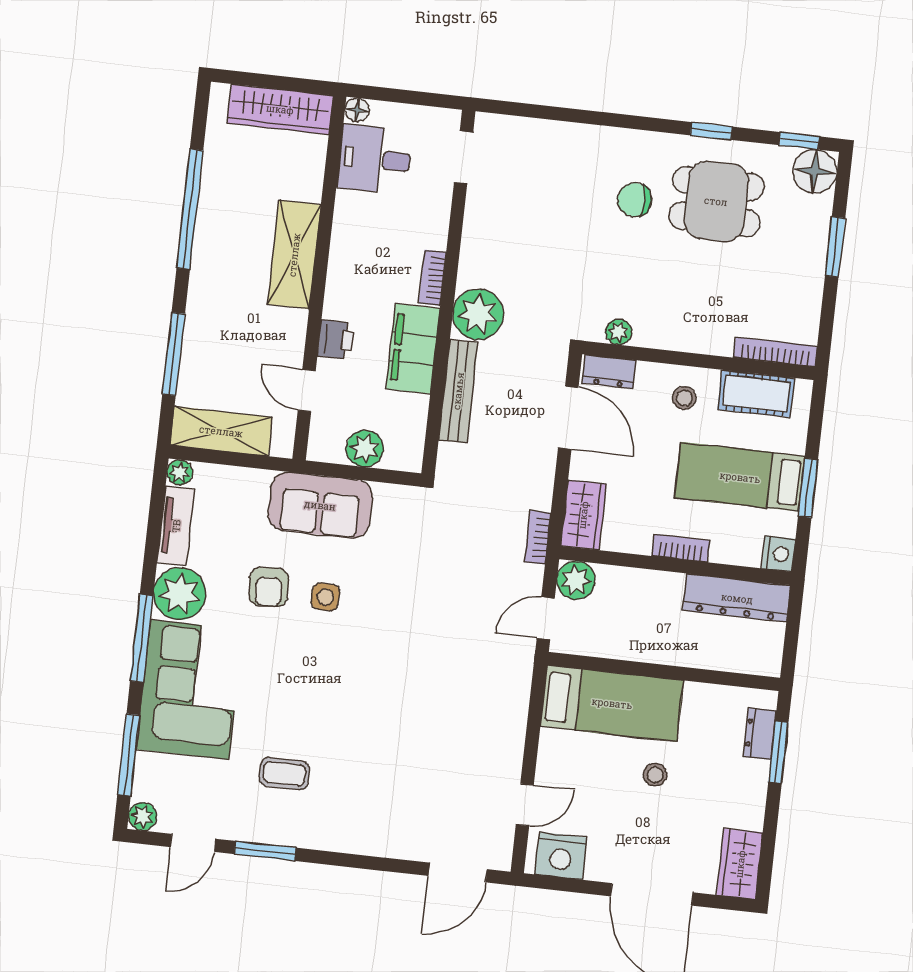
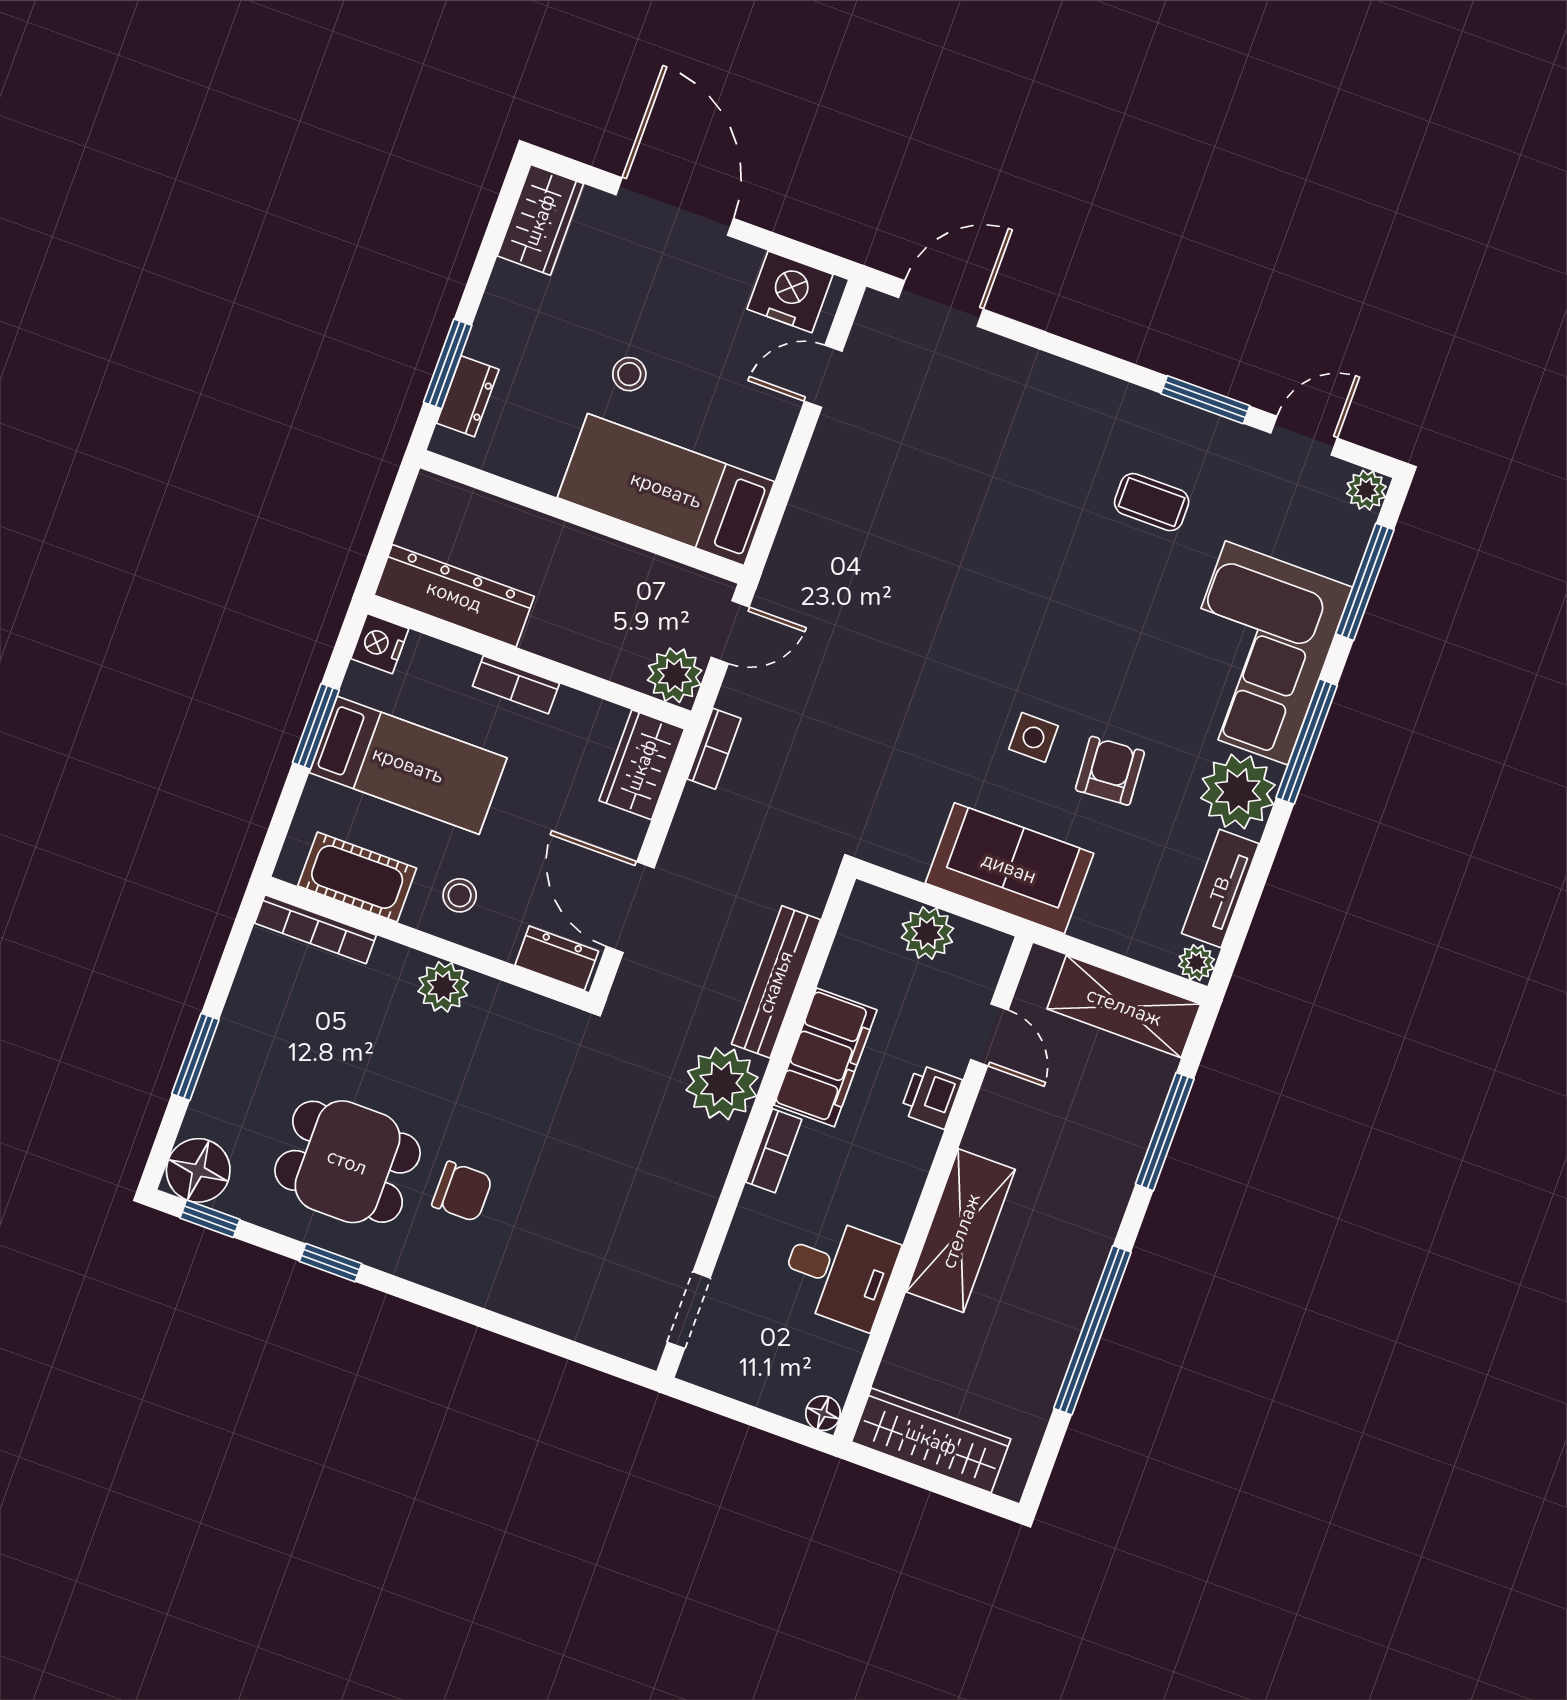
desk: (375, 159) -> (839, 1272), moved
plant: (619, 332) -> (443, 987), moved, width x1.38, depth x1.38

